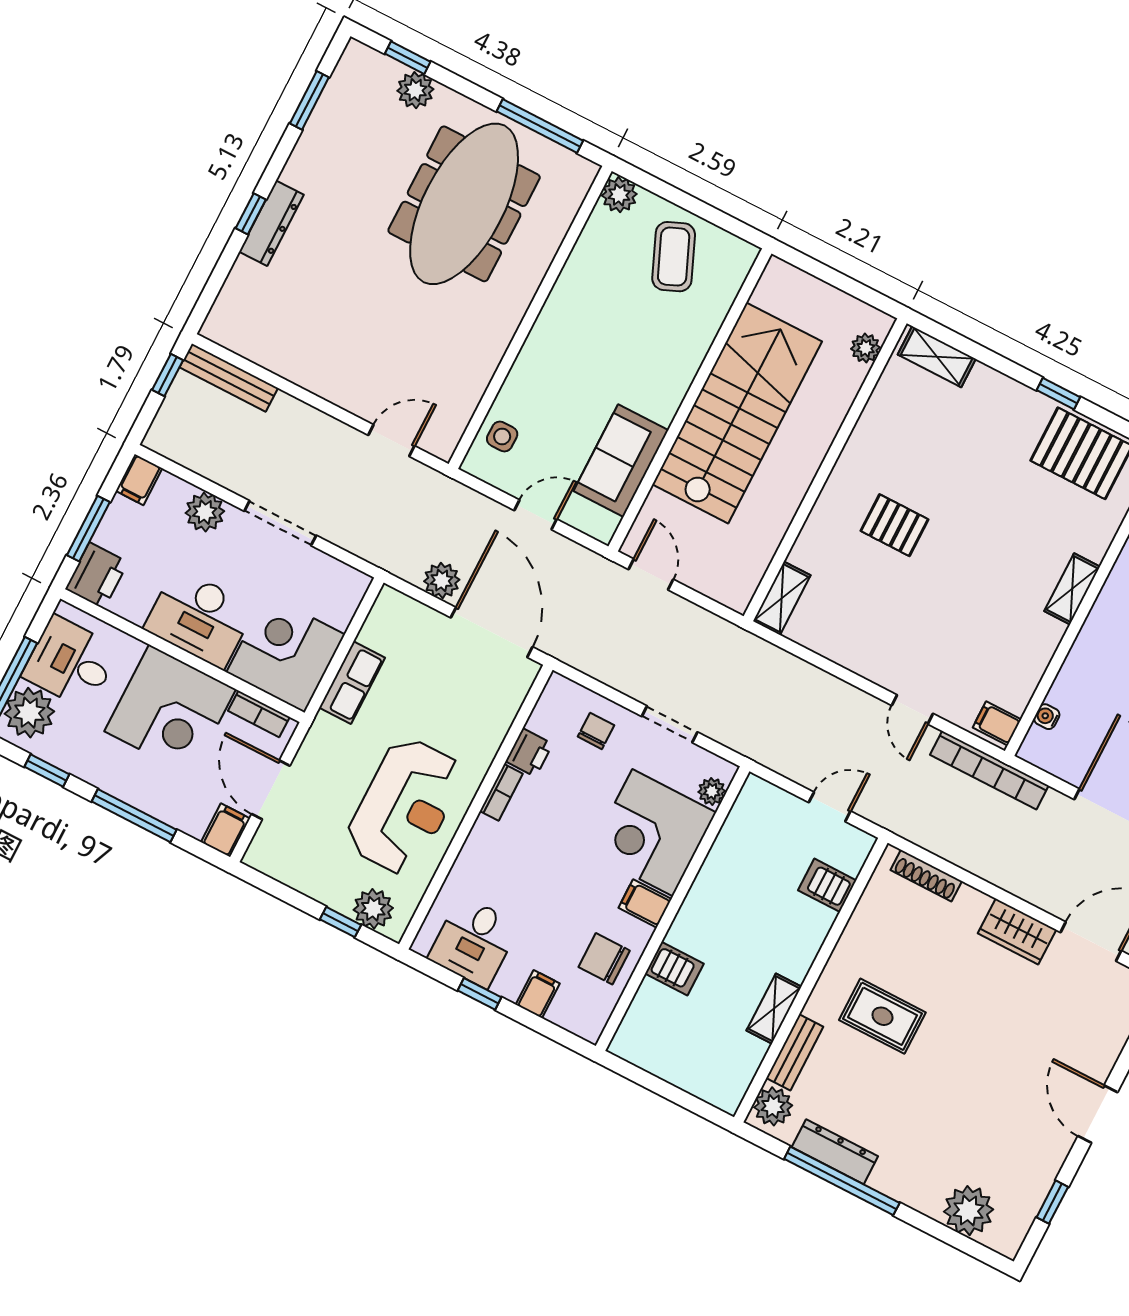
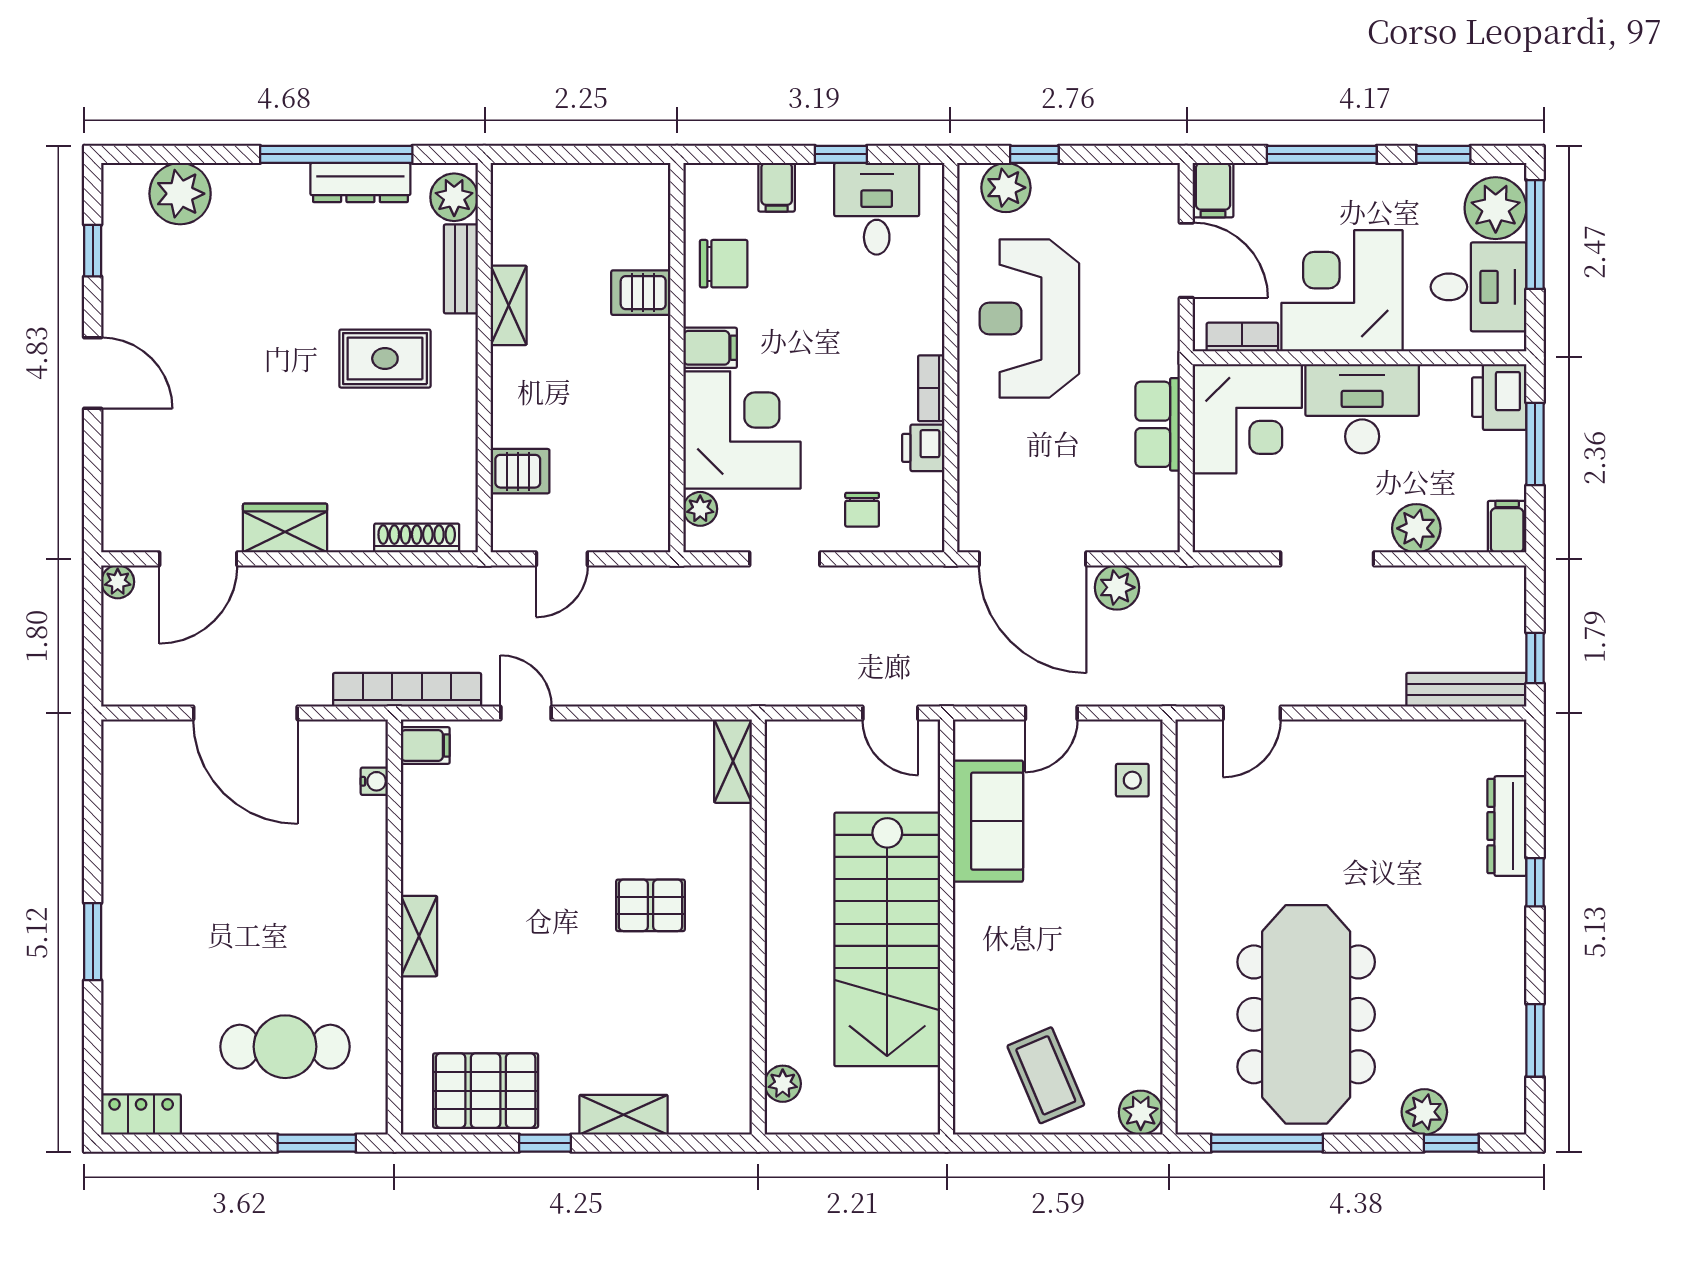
dresser: (271, 223) -> (1507, 826), moved
shelving: (937, 357) -> (624, 1115), moved

